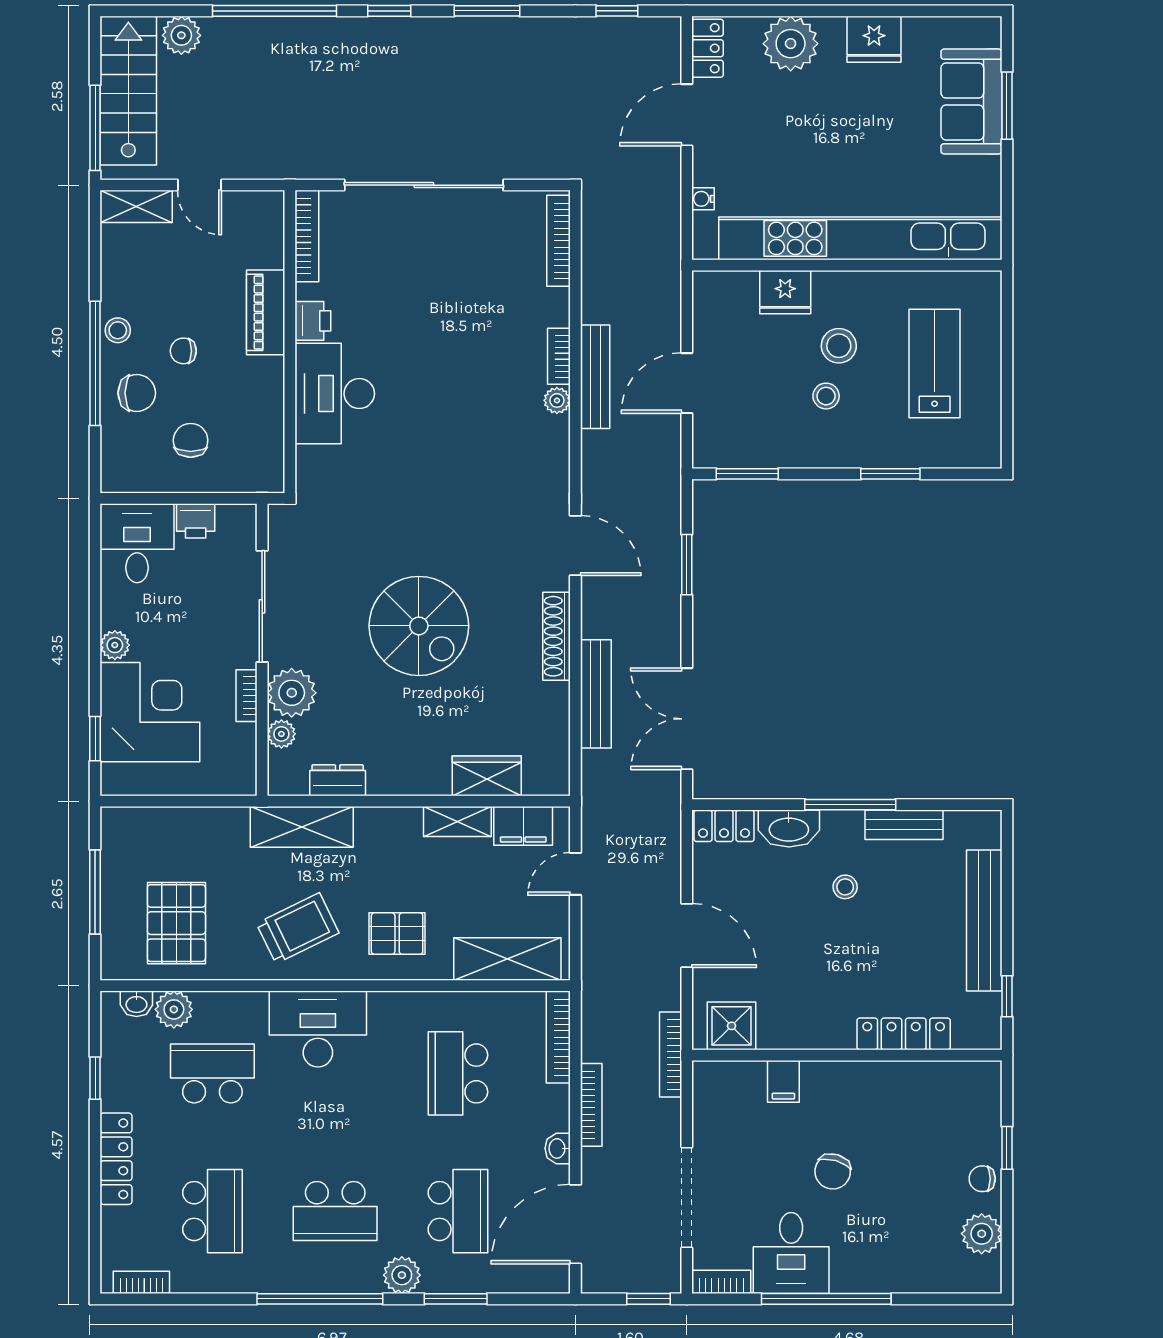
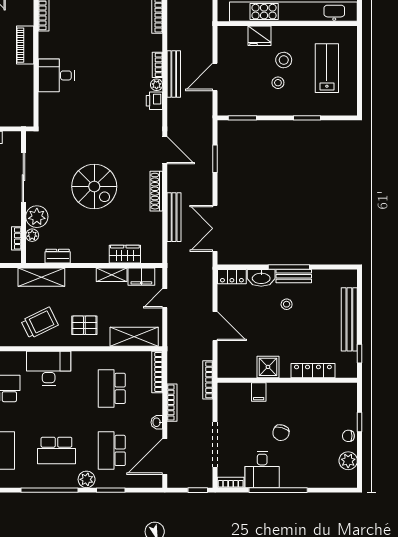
printer: (313, 321) -> (154, 101), moved, turned 180
desk: (335, 394) -> (56, 75), width x0.73
bookcase: (246, 696) -> (16, 238), moved
bench: (904, 825) -> (294, 276), moved
shower: (732, 1026) -> (268, 367), moved
school desk: (458, 1211) -> (112, 450), turned 180

